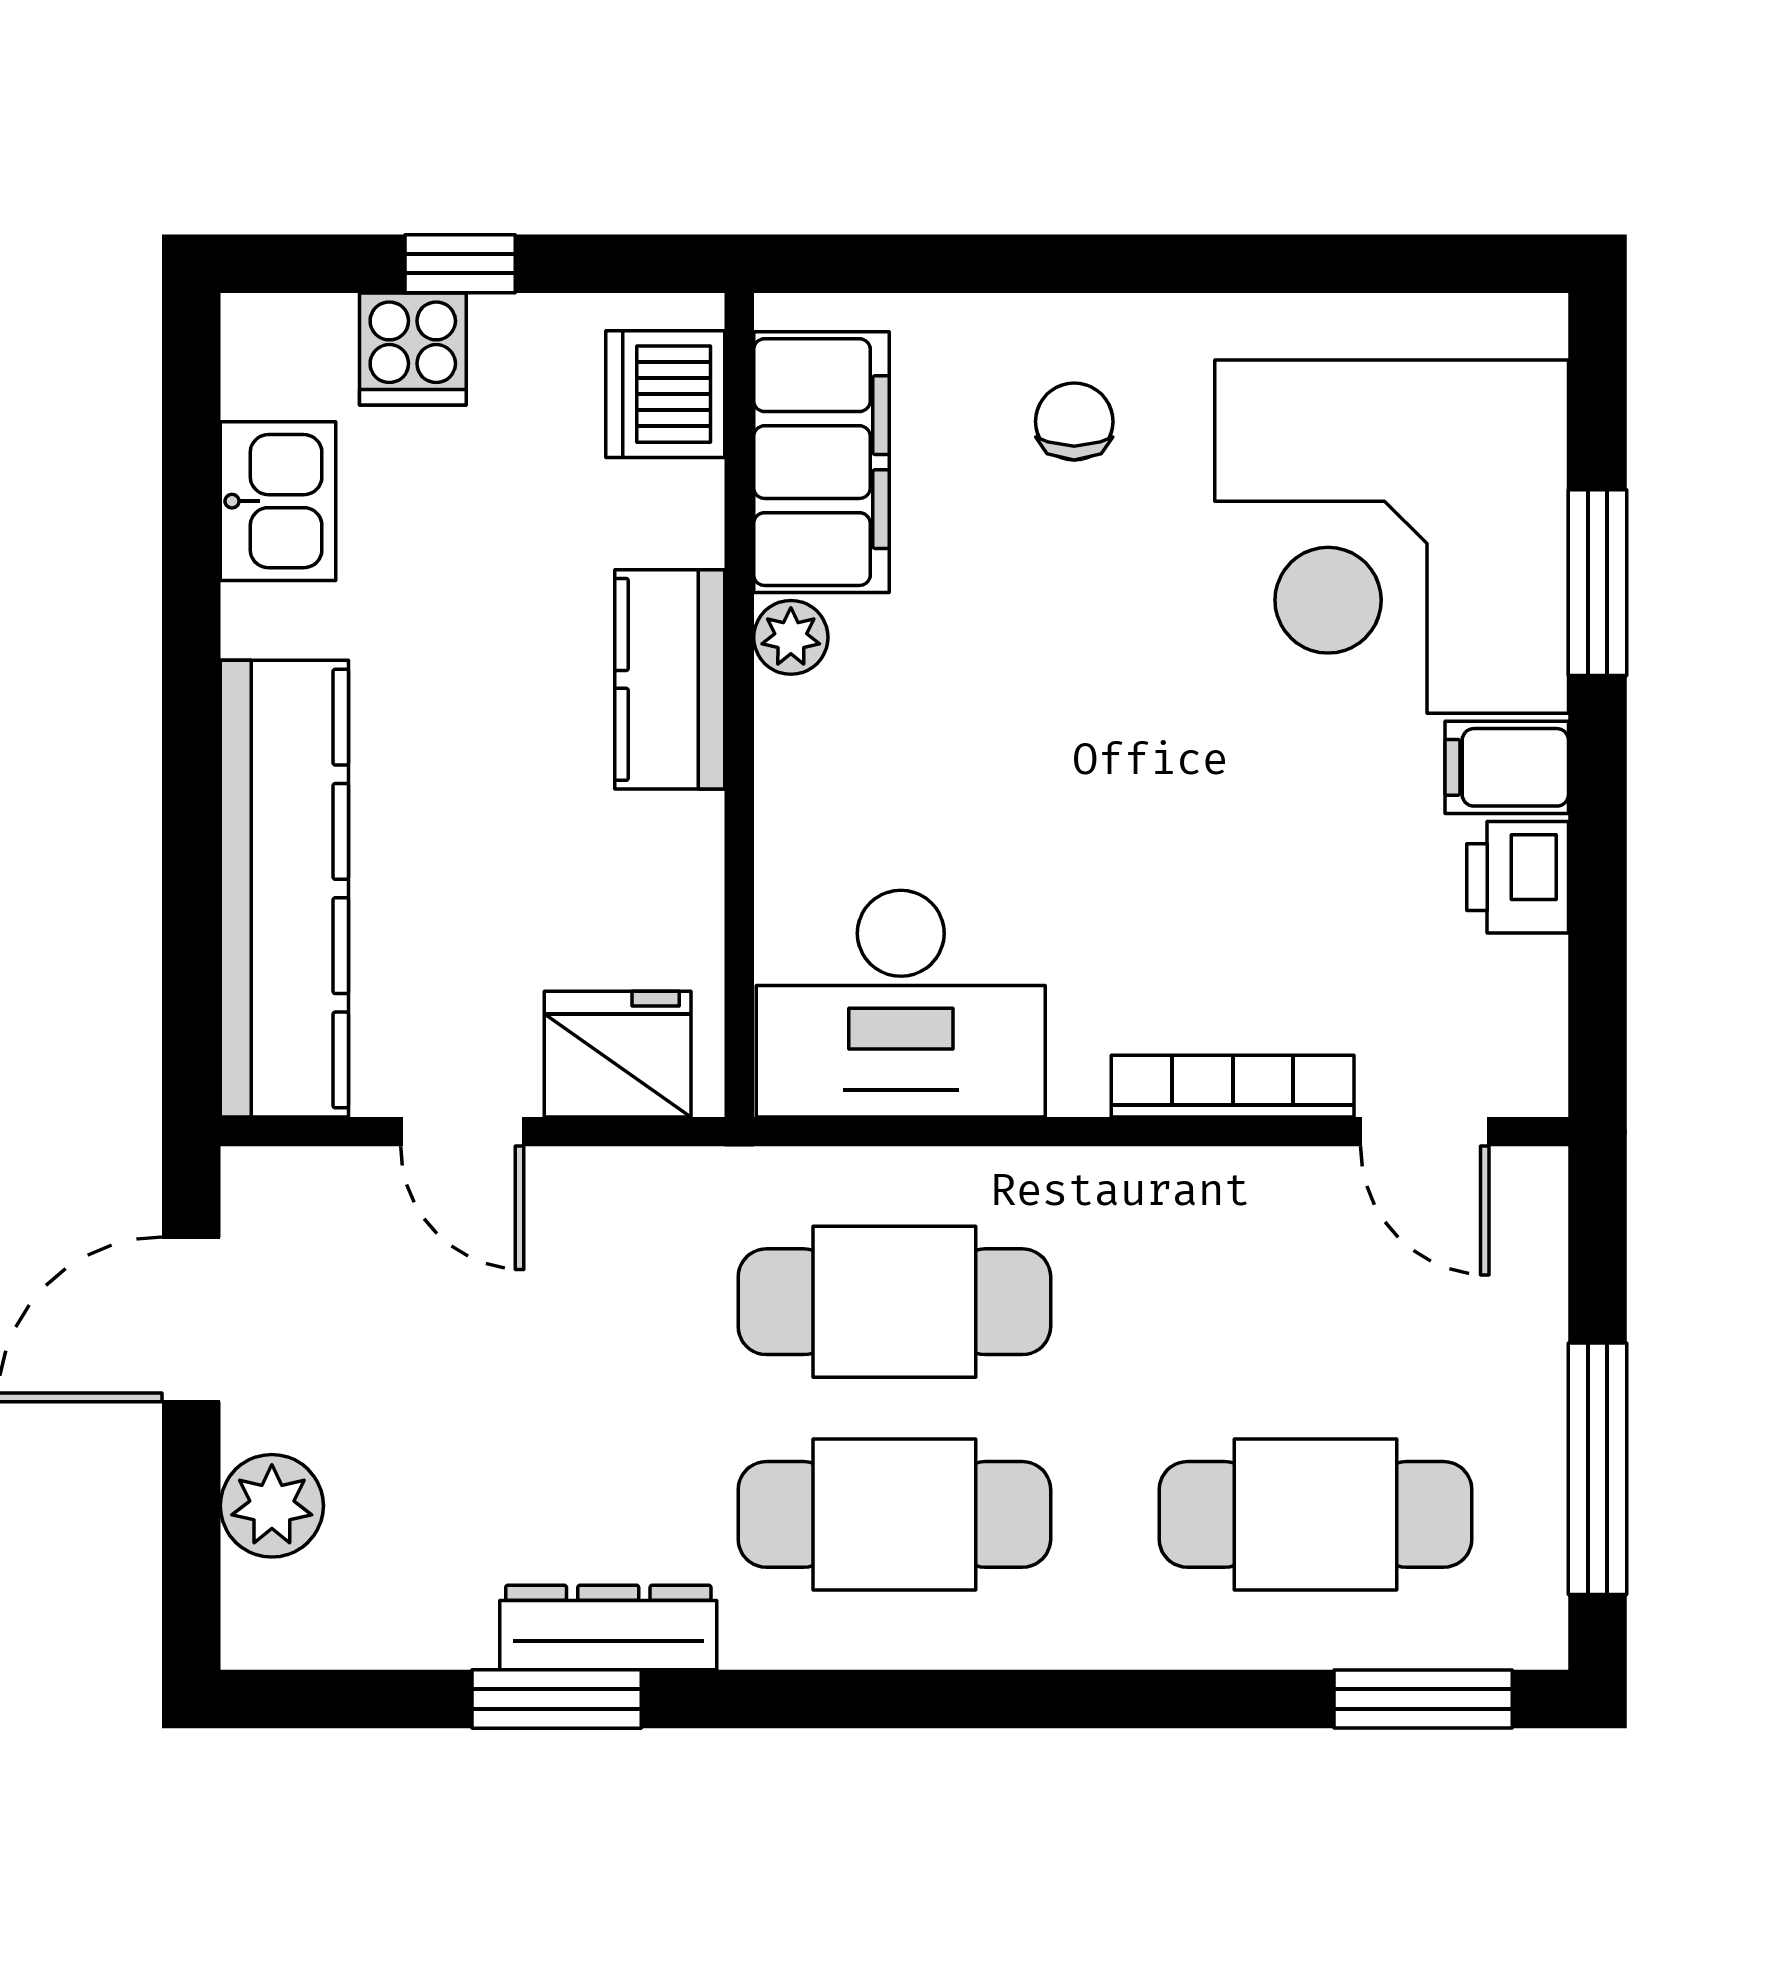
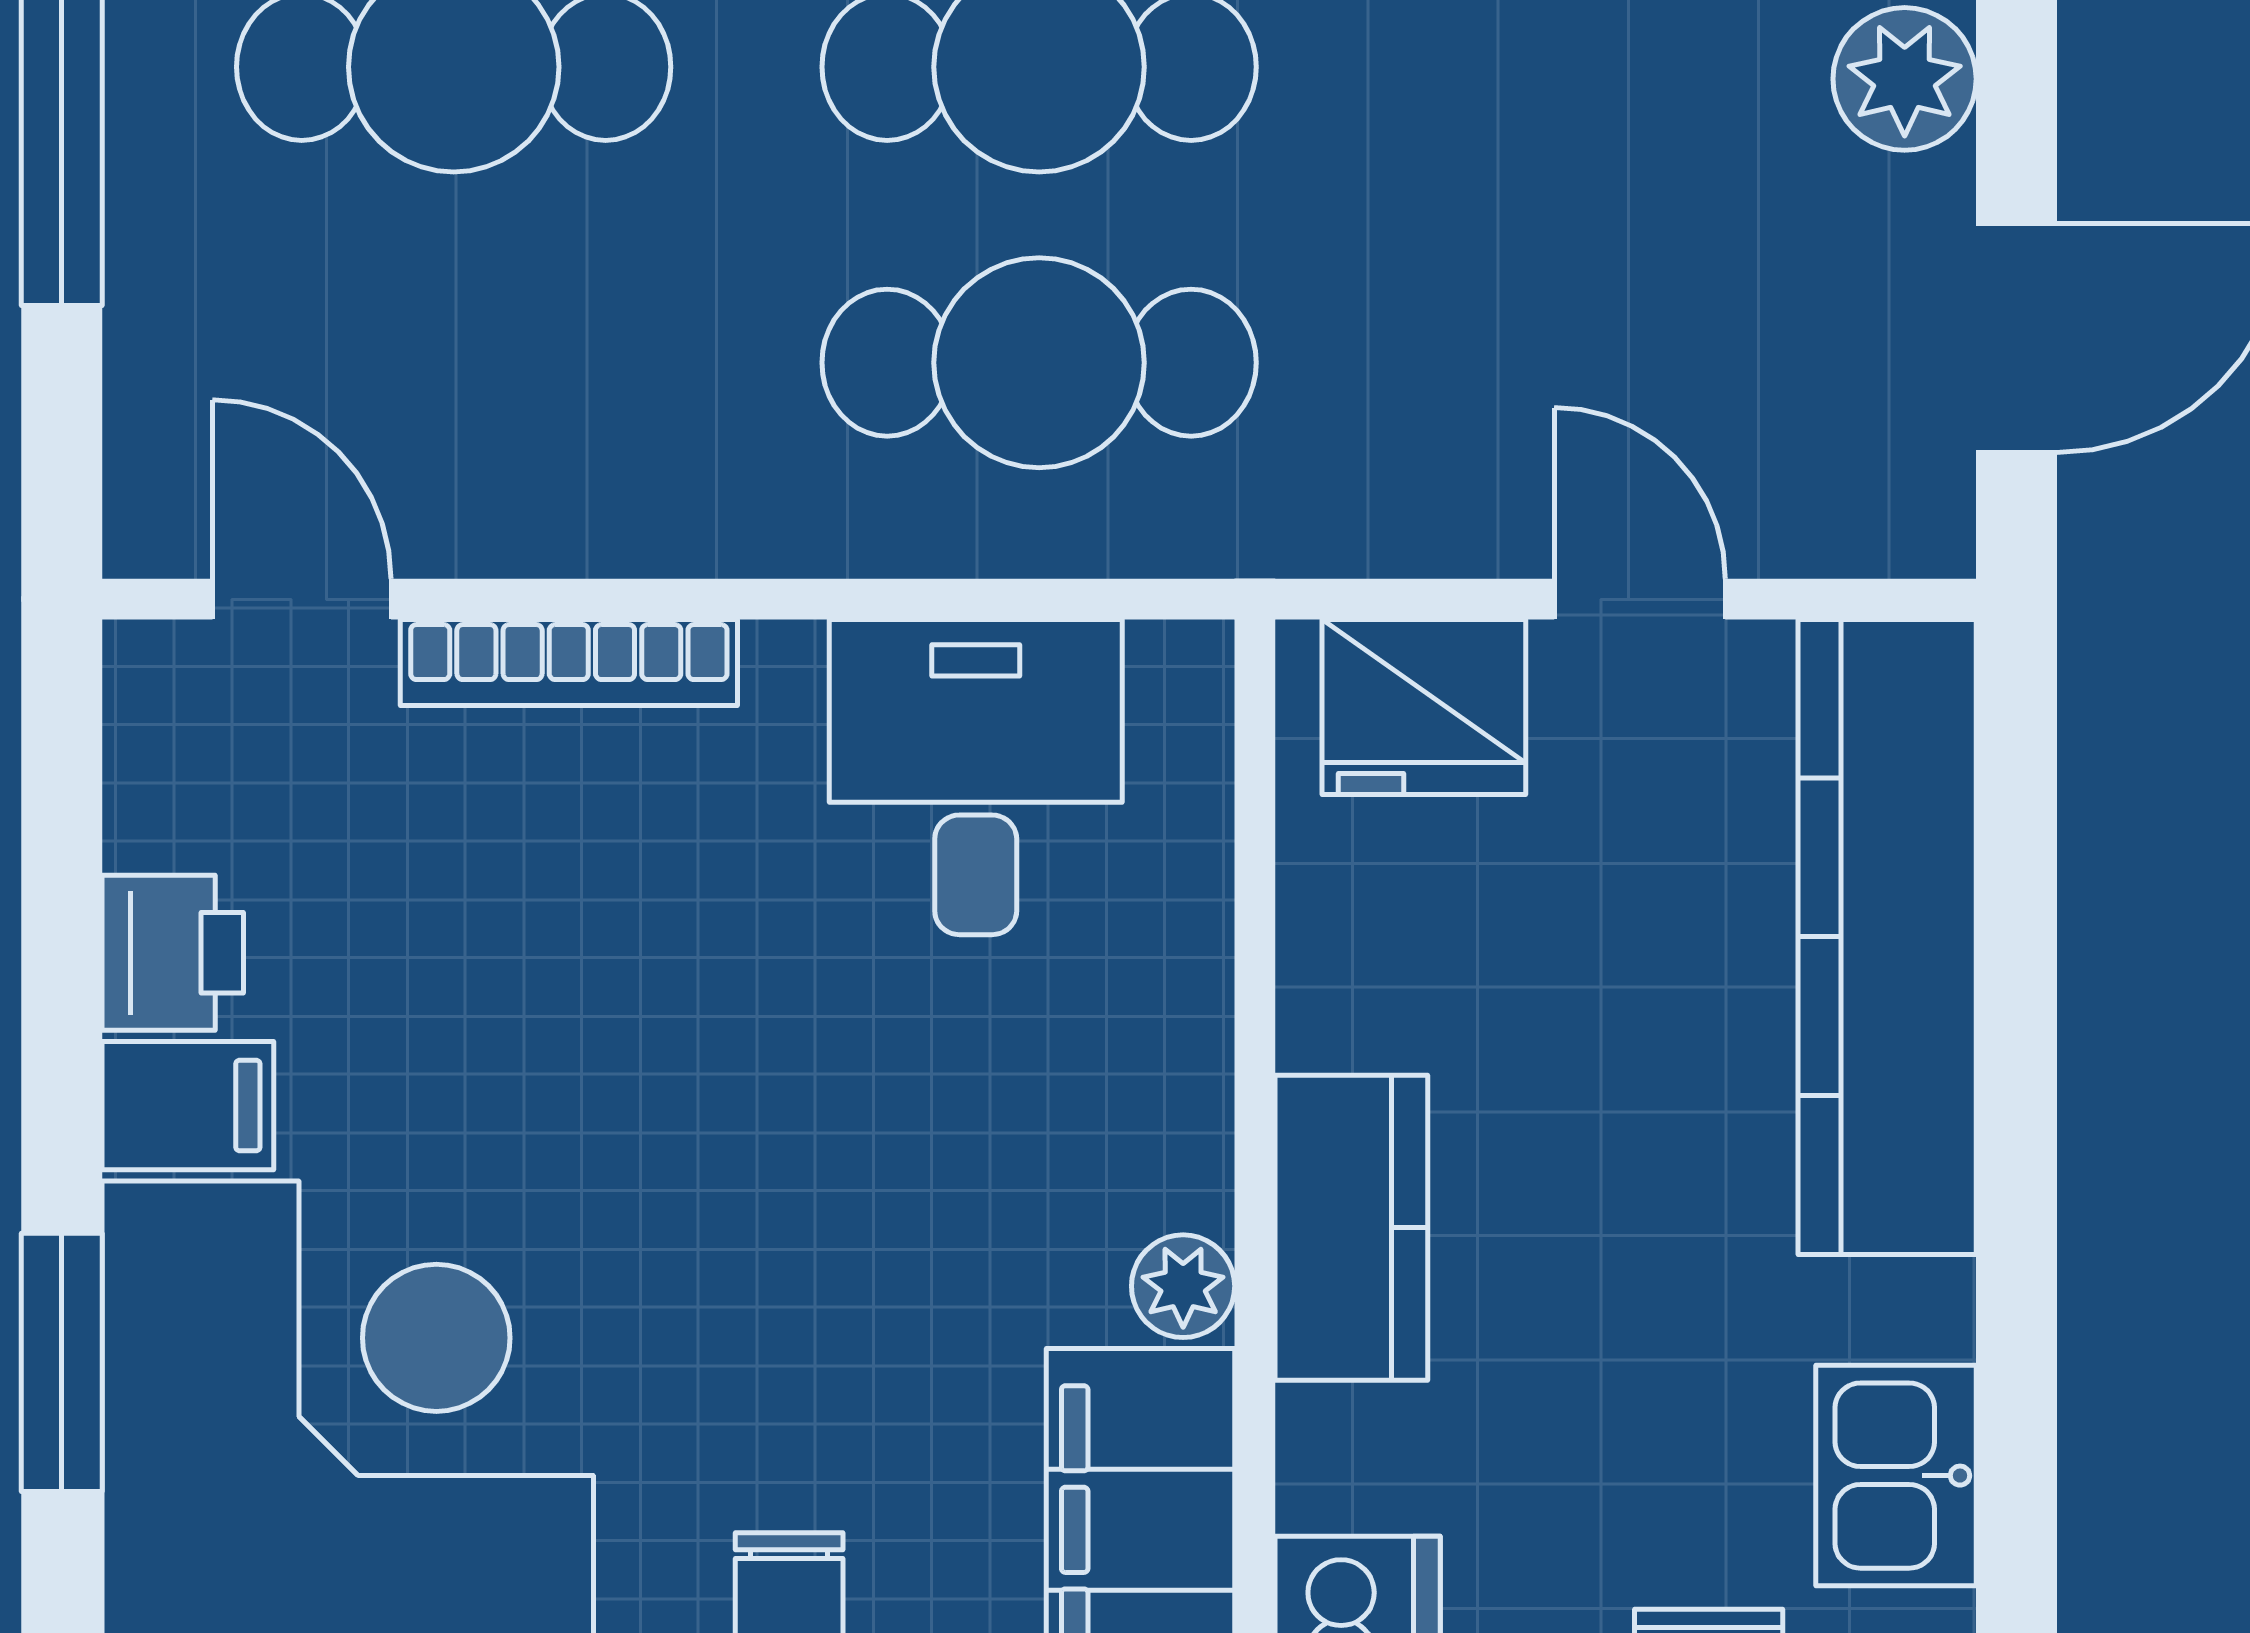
desk: (901, 1004) -> (976, 777), width x0.73

